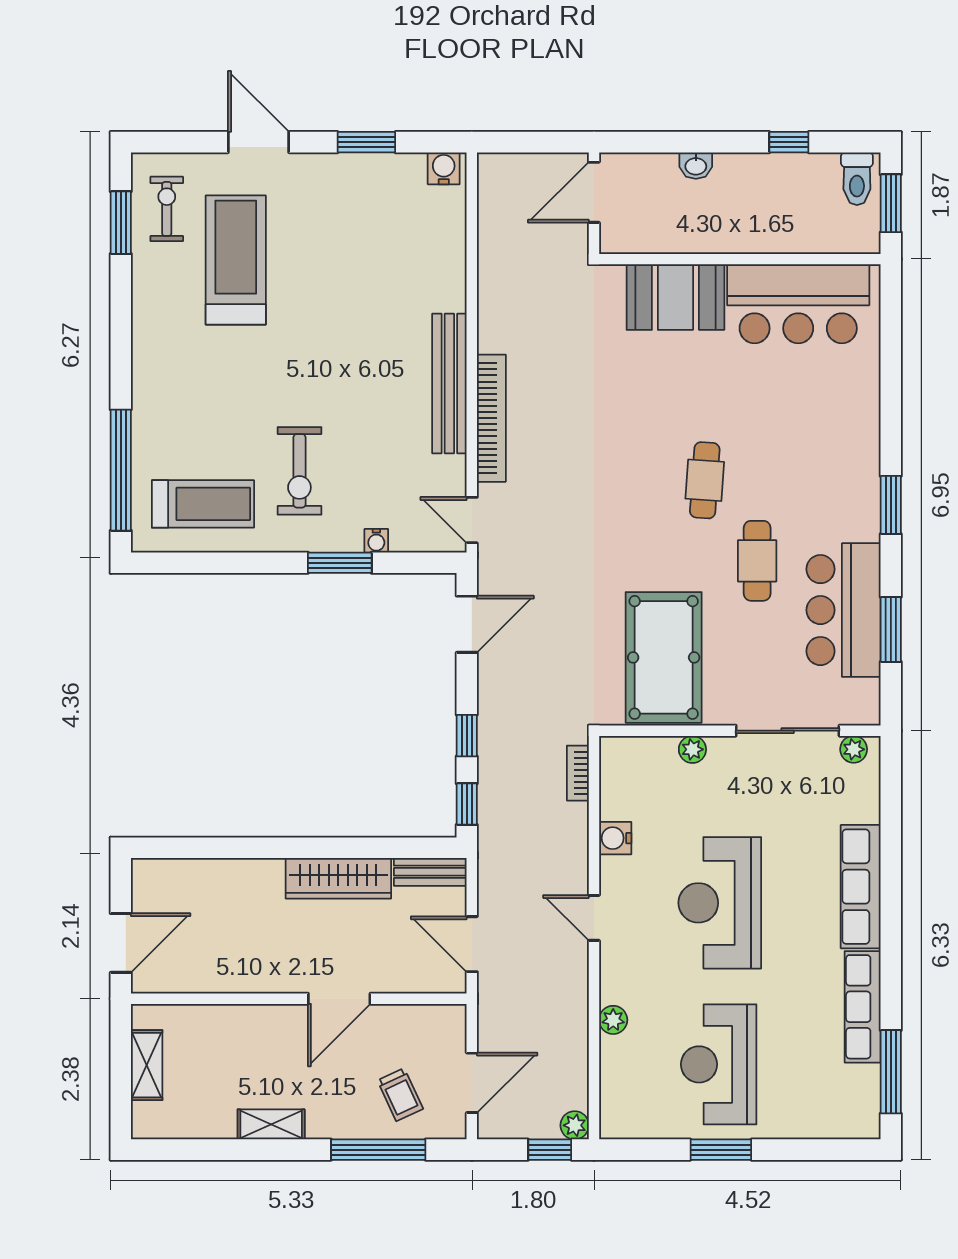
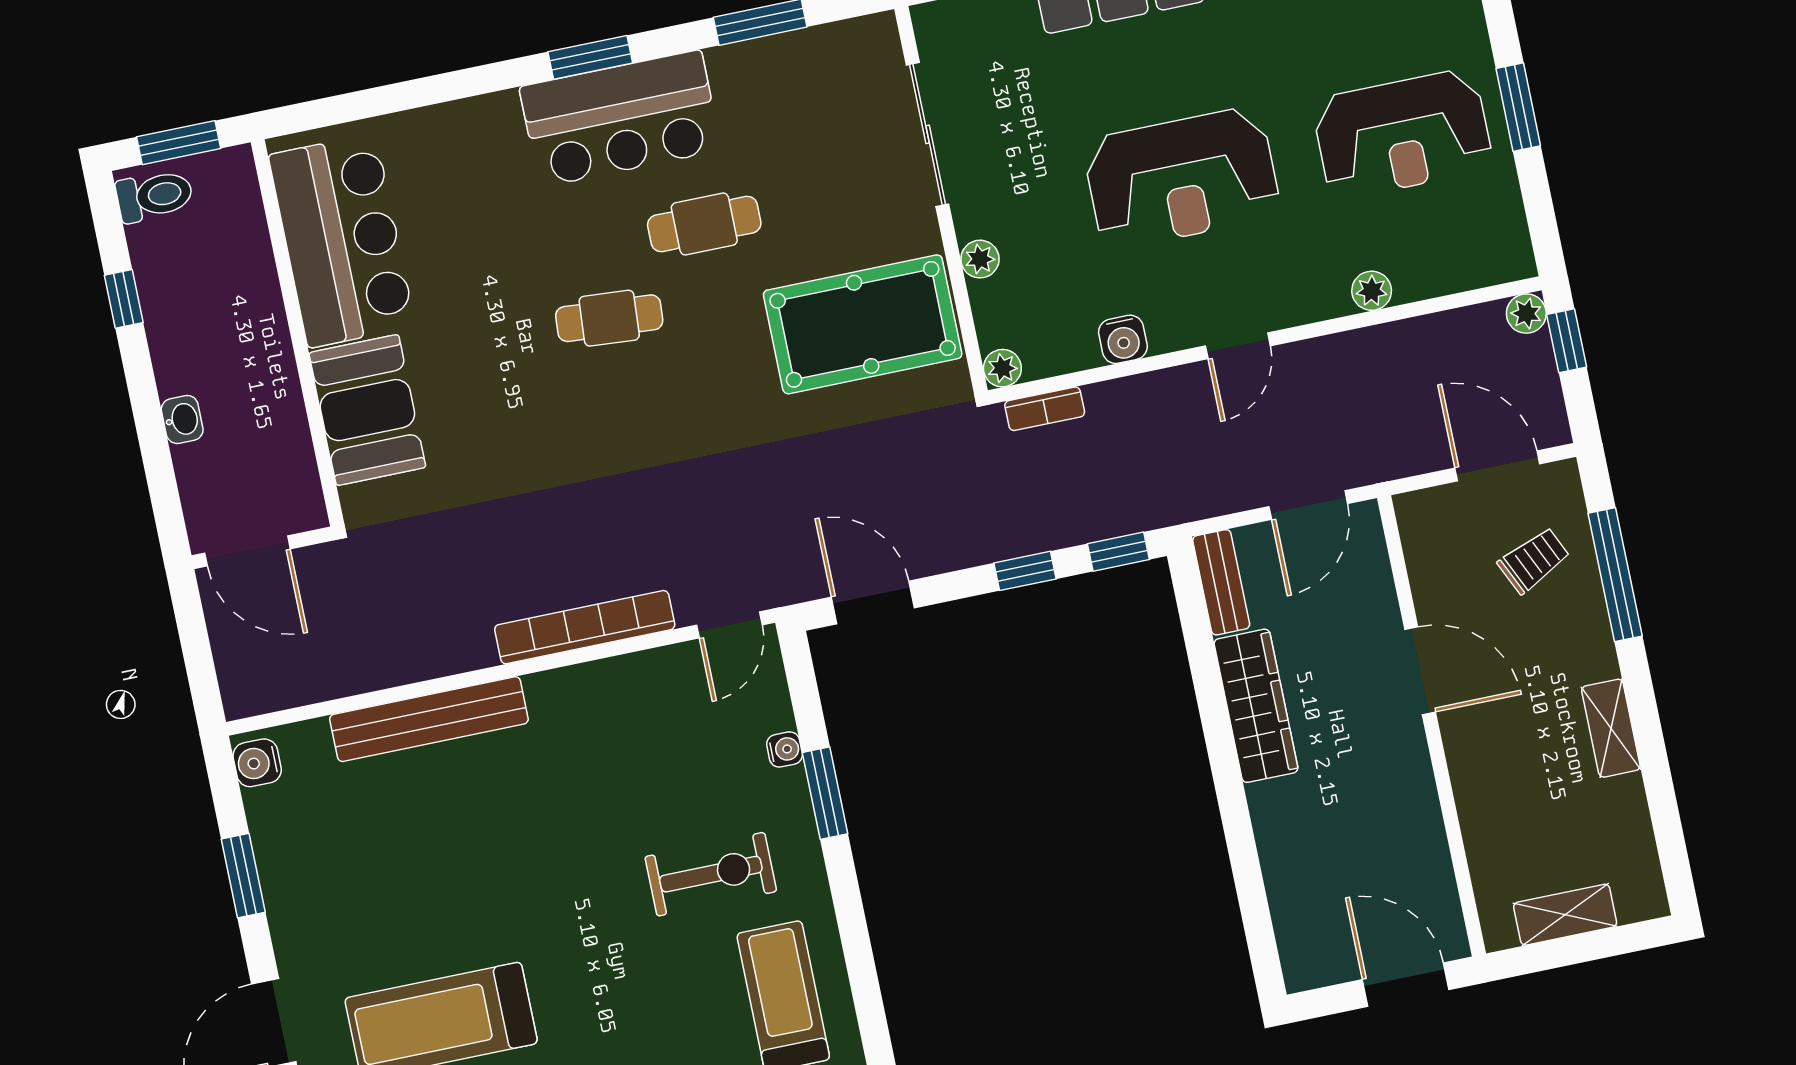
bench: (449, 383) -> (429, 719), moved
bar counter: (843, 610) -> (620, 119), moved
plant: (854, 749) -> (1002, 368), moved

